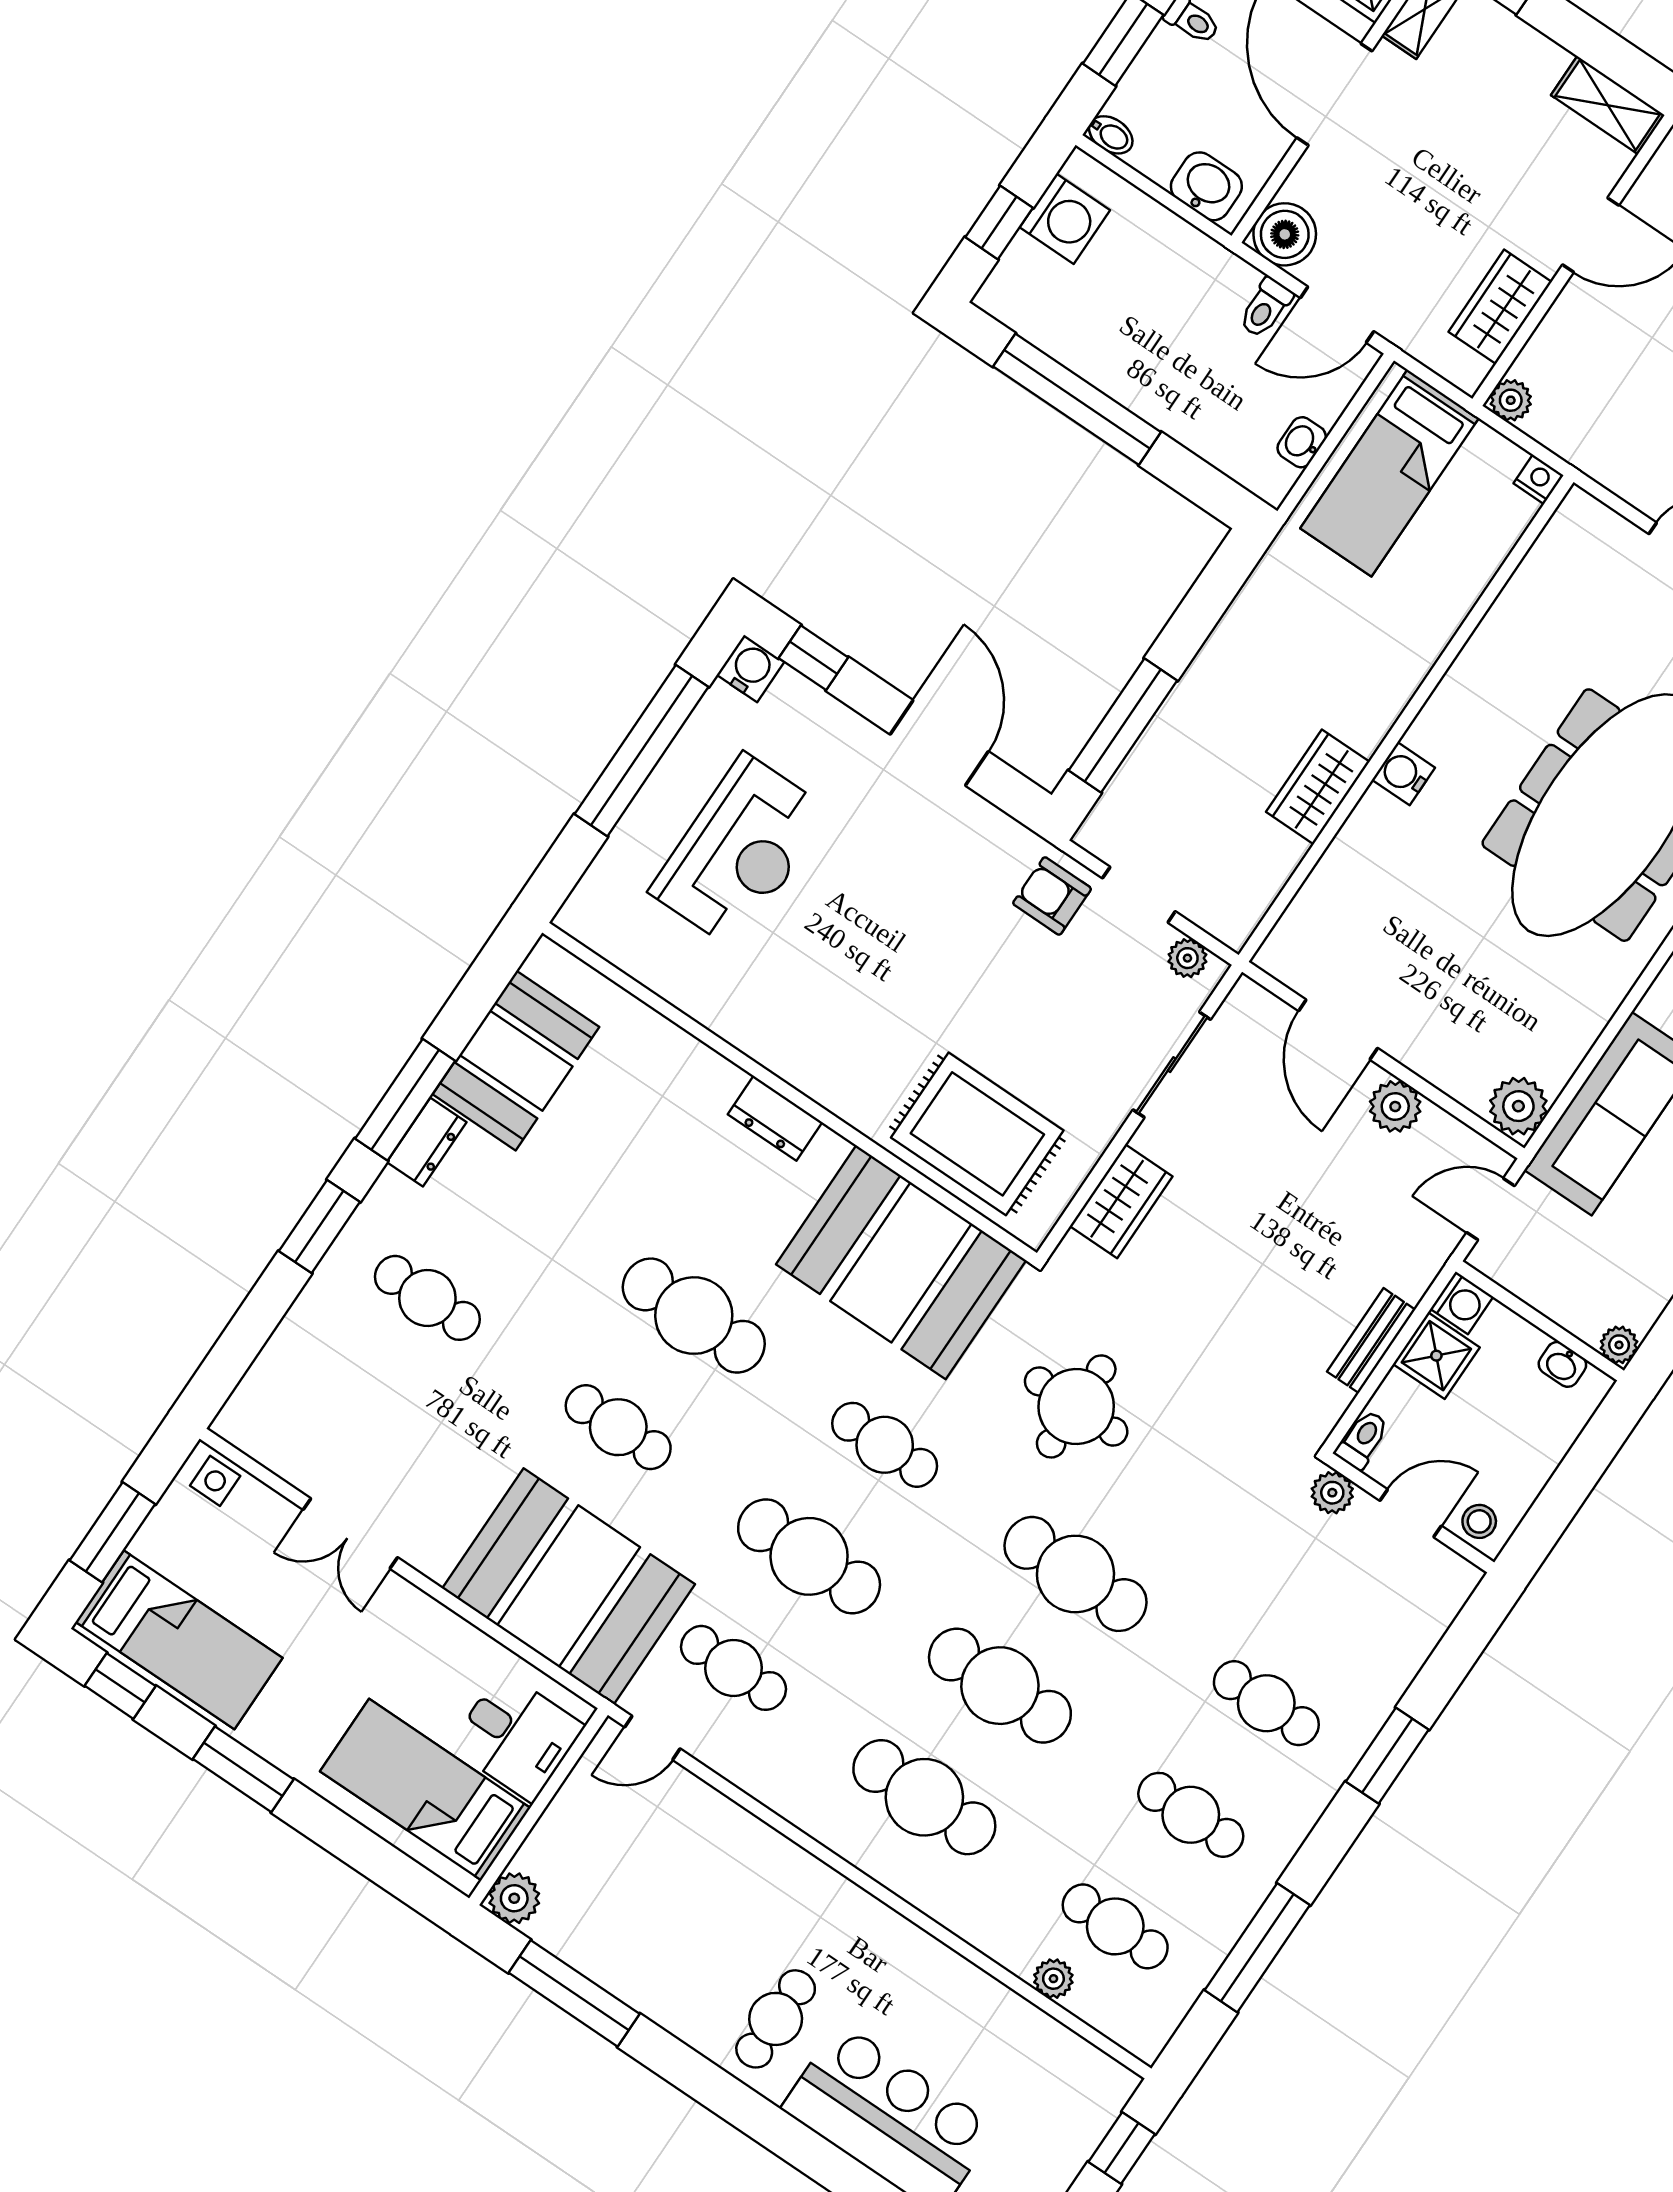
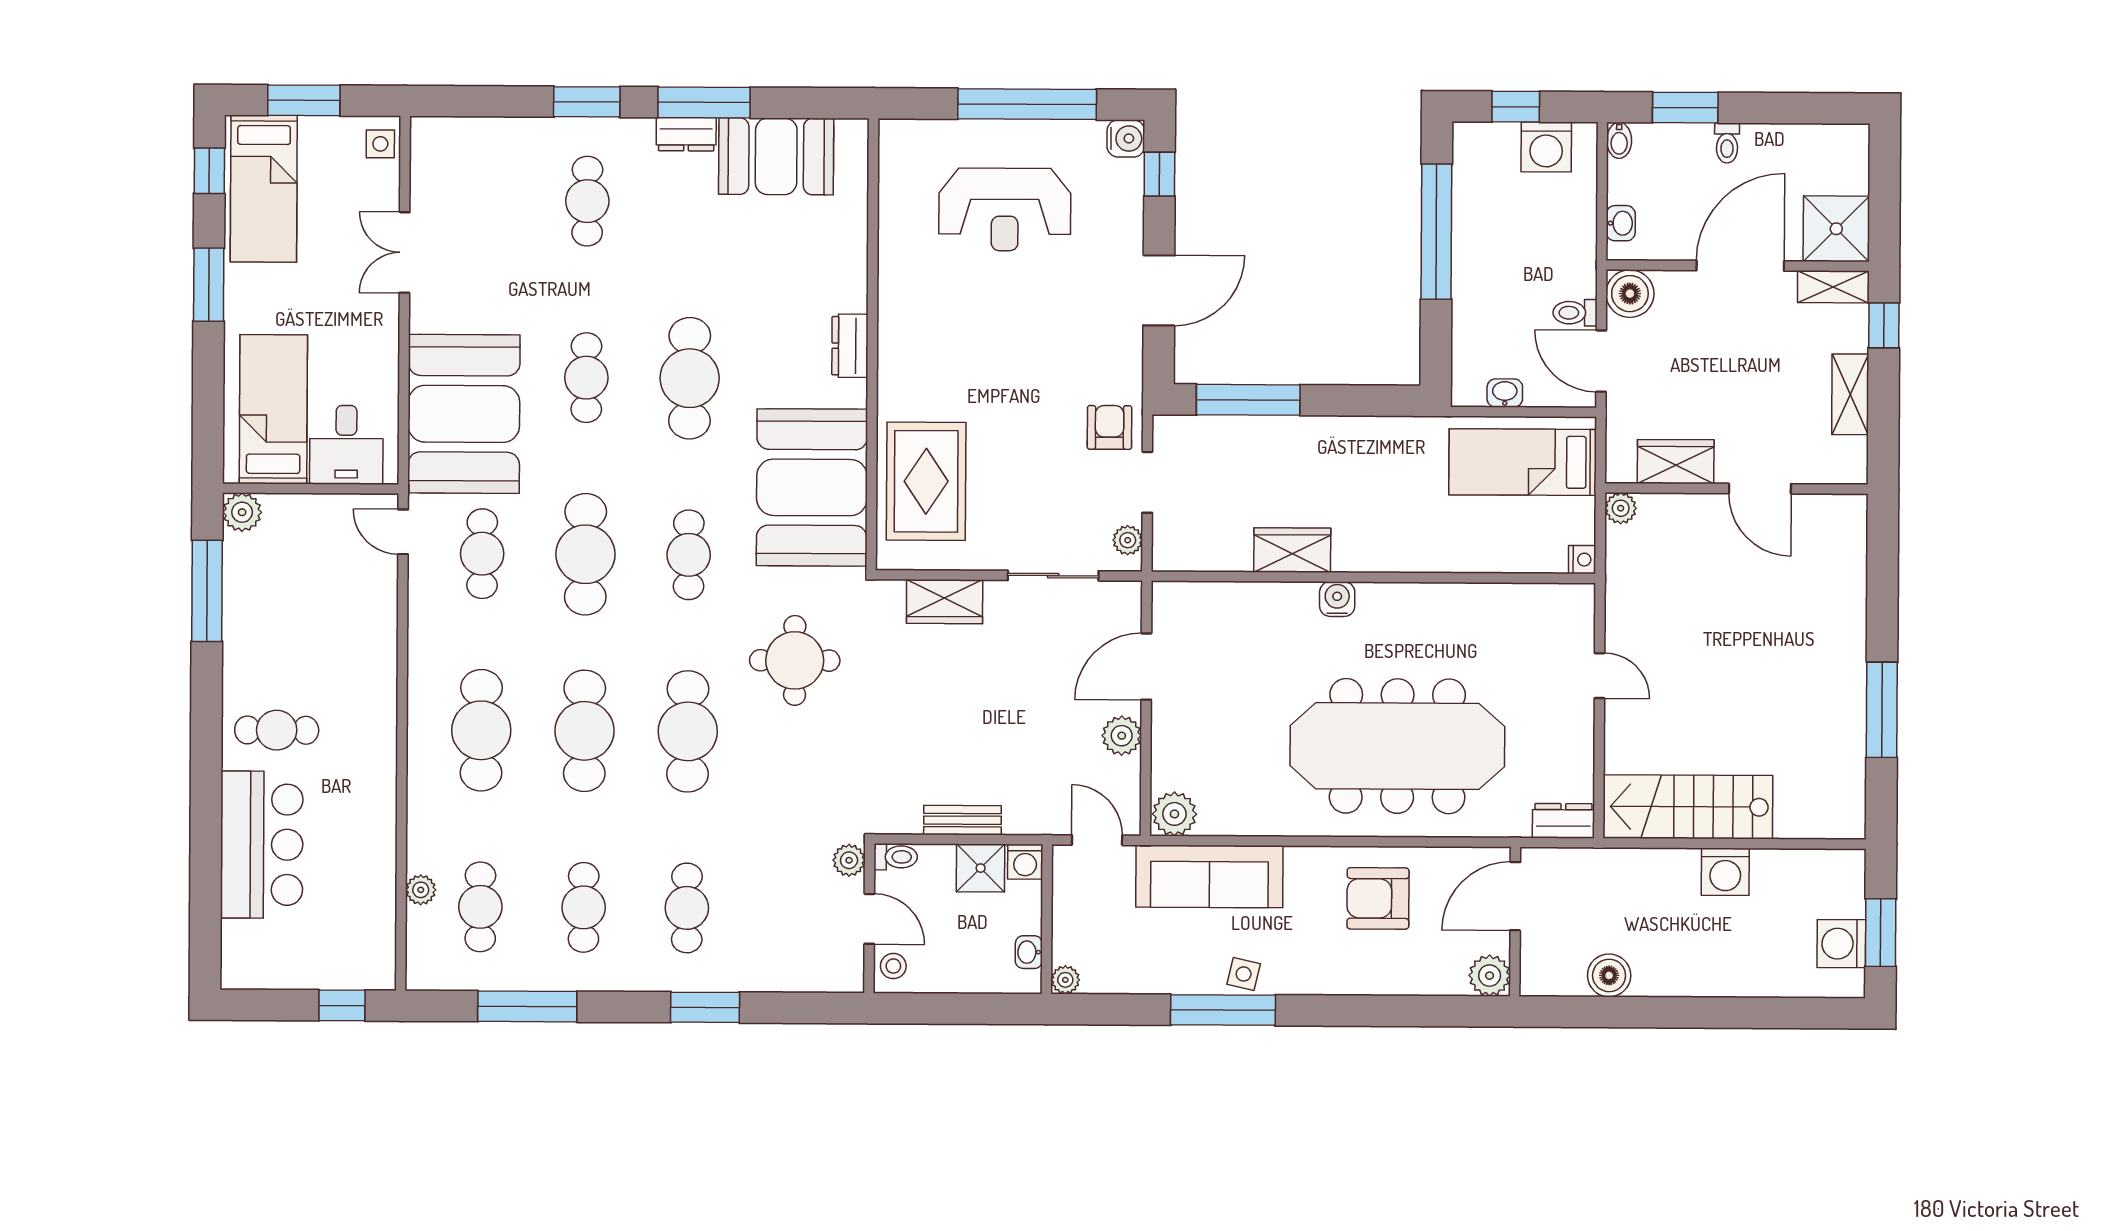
shelving: (1608, 105) -> (1850, 394), moved
washbasin: (1206, 186) -> (1621, 223), width x0.72, depth x0.69

